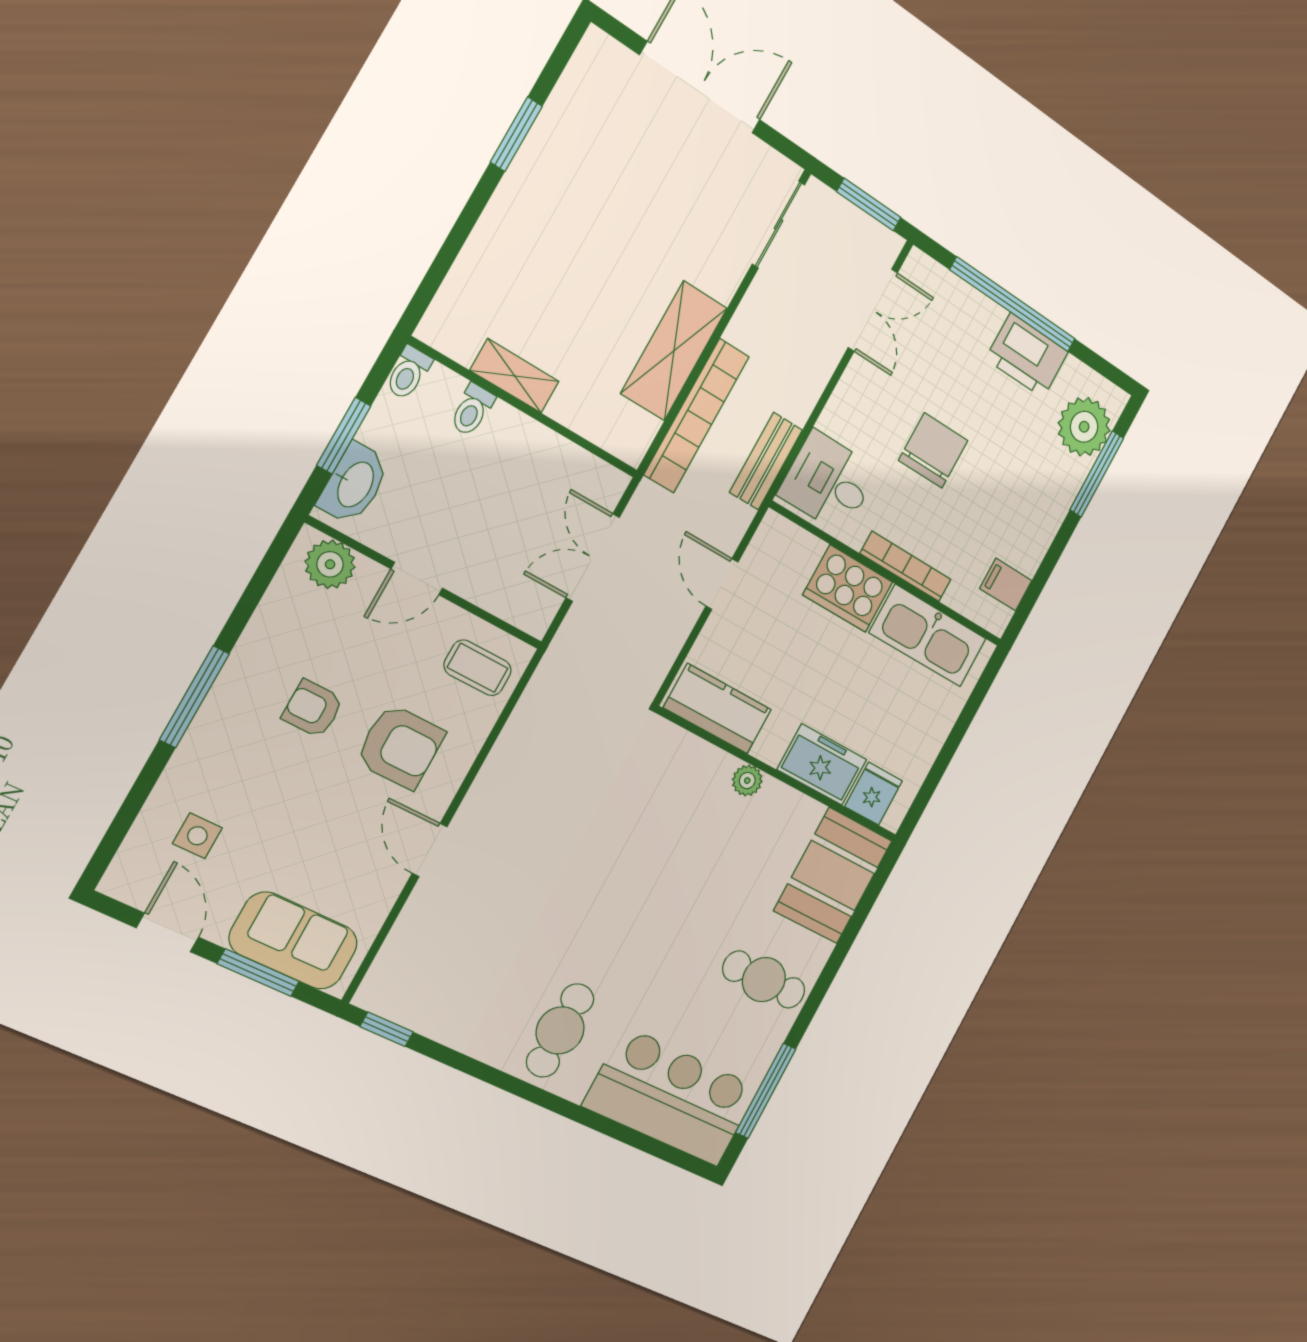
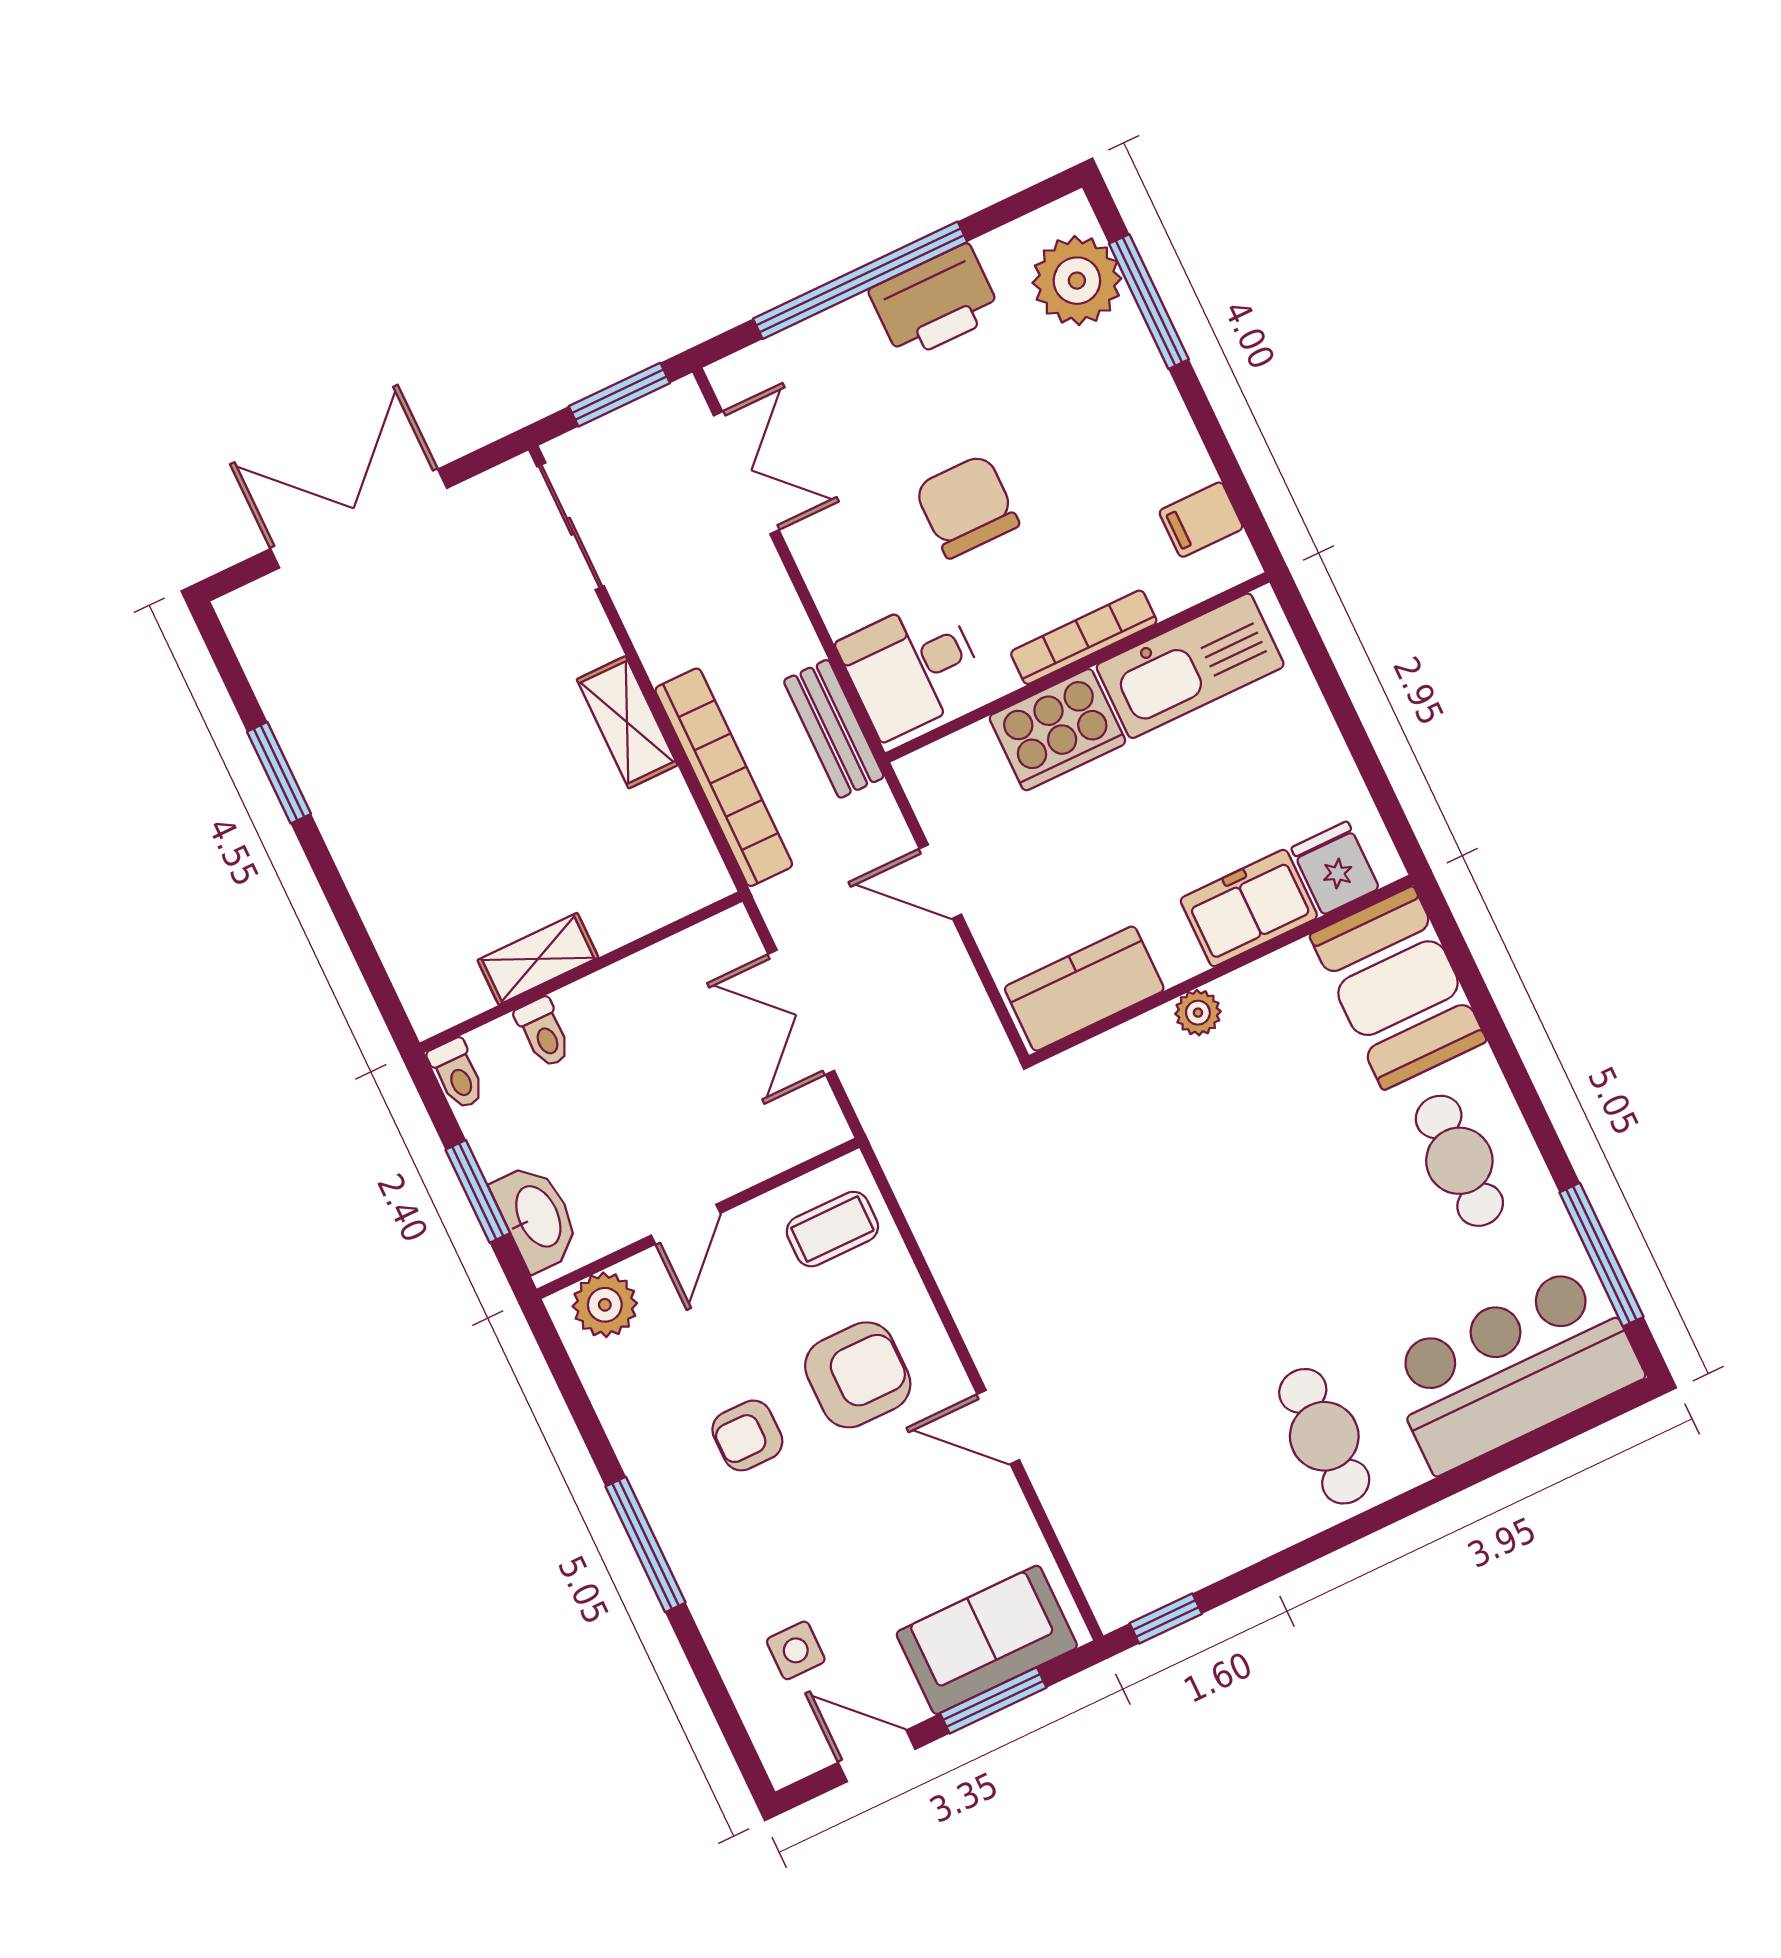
shelving: (674, 351) -> (627, 722), width x0.67, depth x0.75
cafe table: (764, 980) -> (1459, 1161), turned 90

